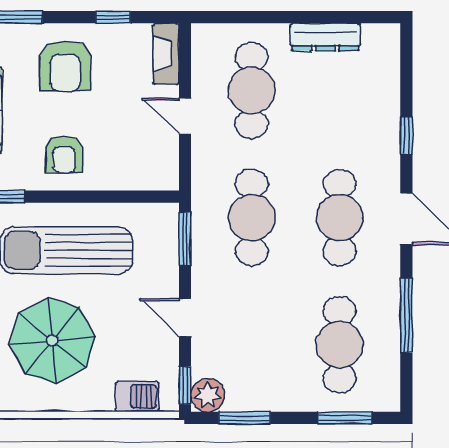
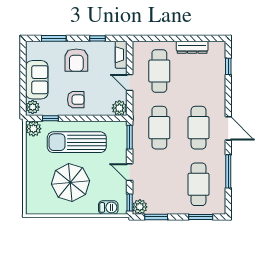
window: (406, 135) -> (228, 66), moved
armchair: (64, 155) -> (76, 100), turned -90
plant: (162, 174) -> (119, 108), added

